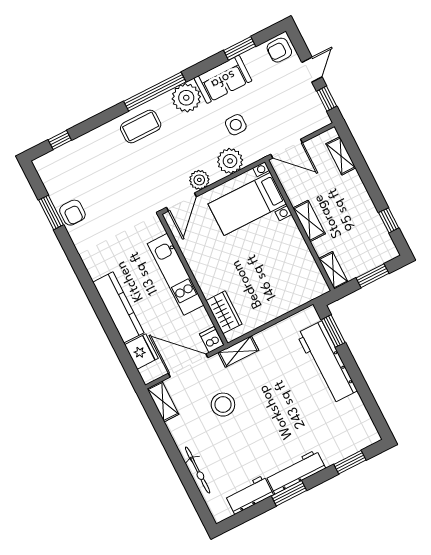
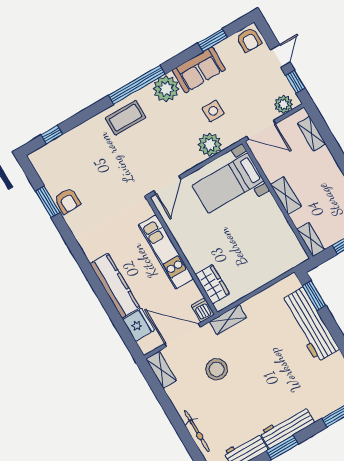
armchair: (279, 50) -> (249, 40), turned -90
plant: (199, 180) -> (284, 104), moved

